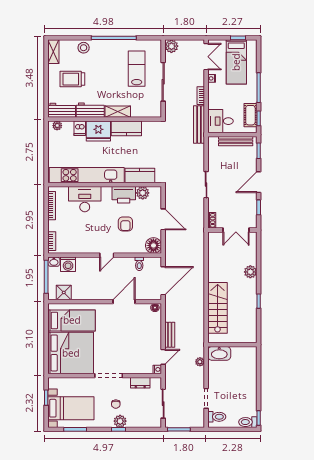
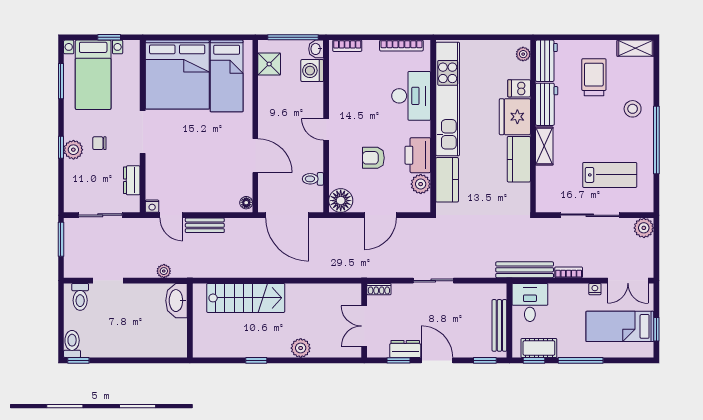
stool: (84, 48) -> (633, 109), moved
dresser: (251, 203) -> (405, 349), added

